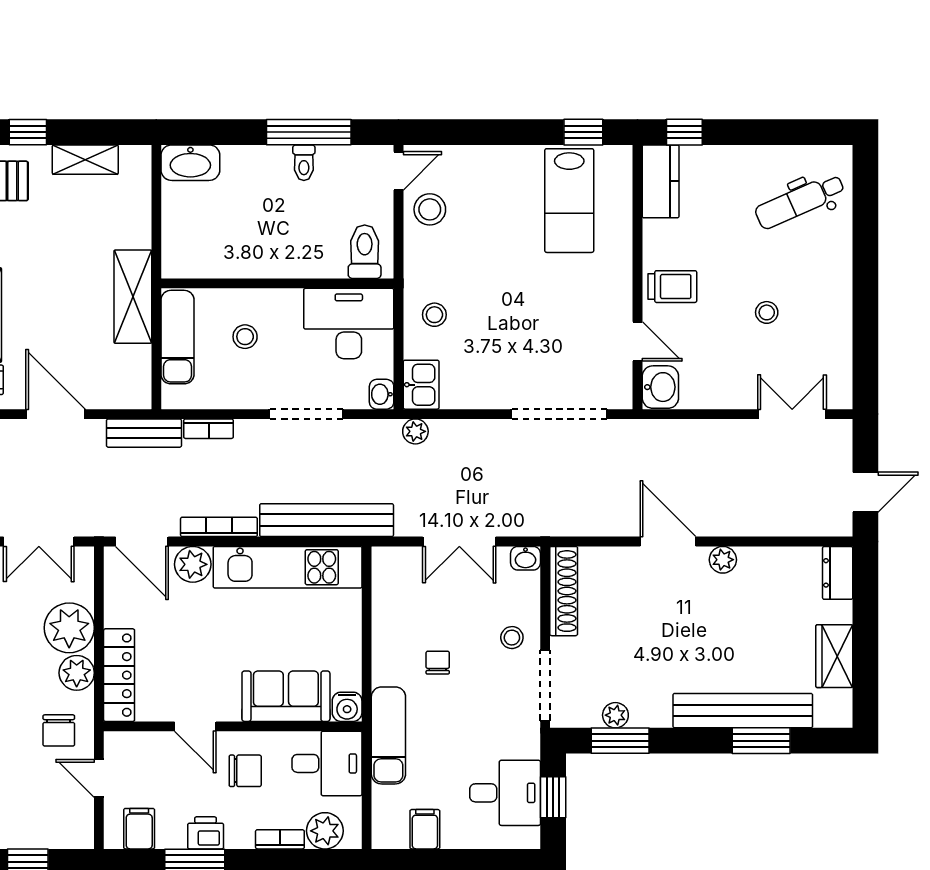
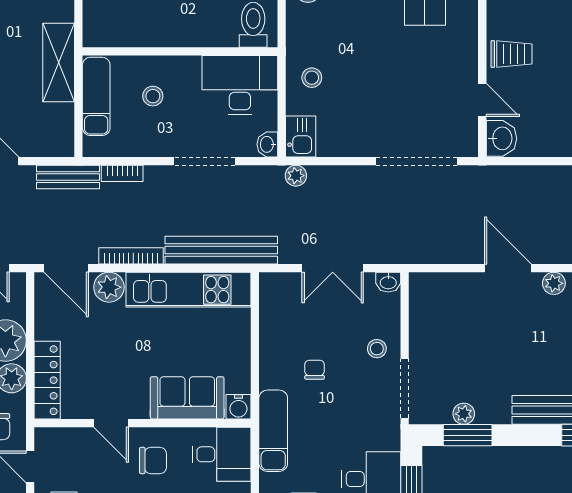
shoe rack: (564, 591) -> (420, 310), removed

